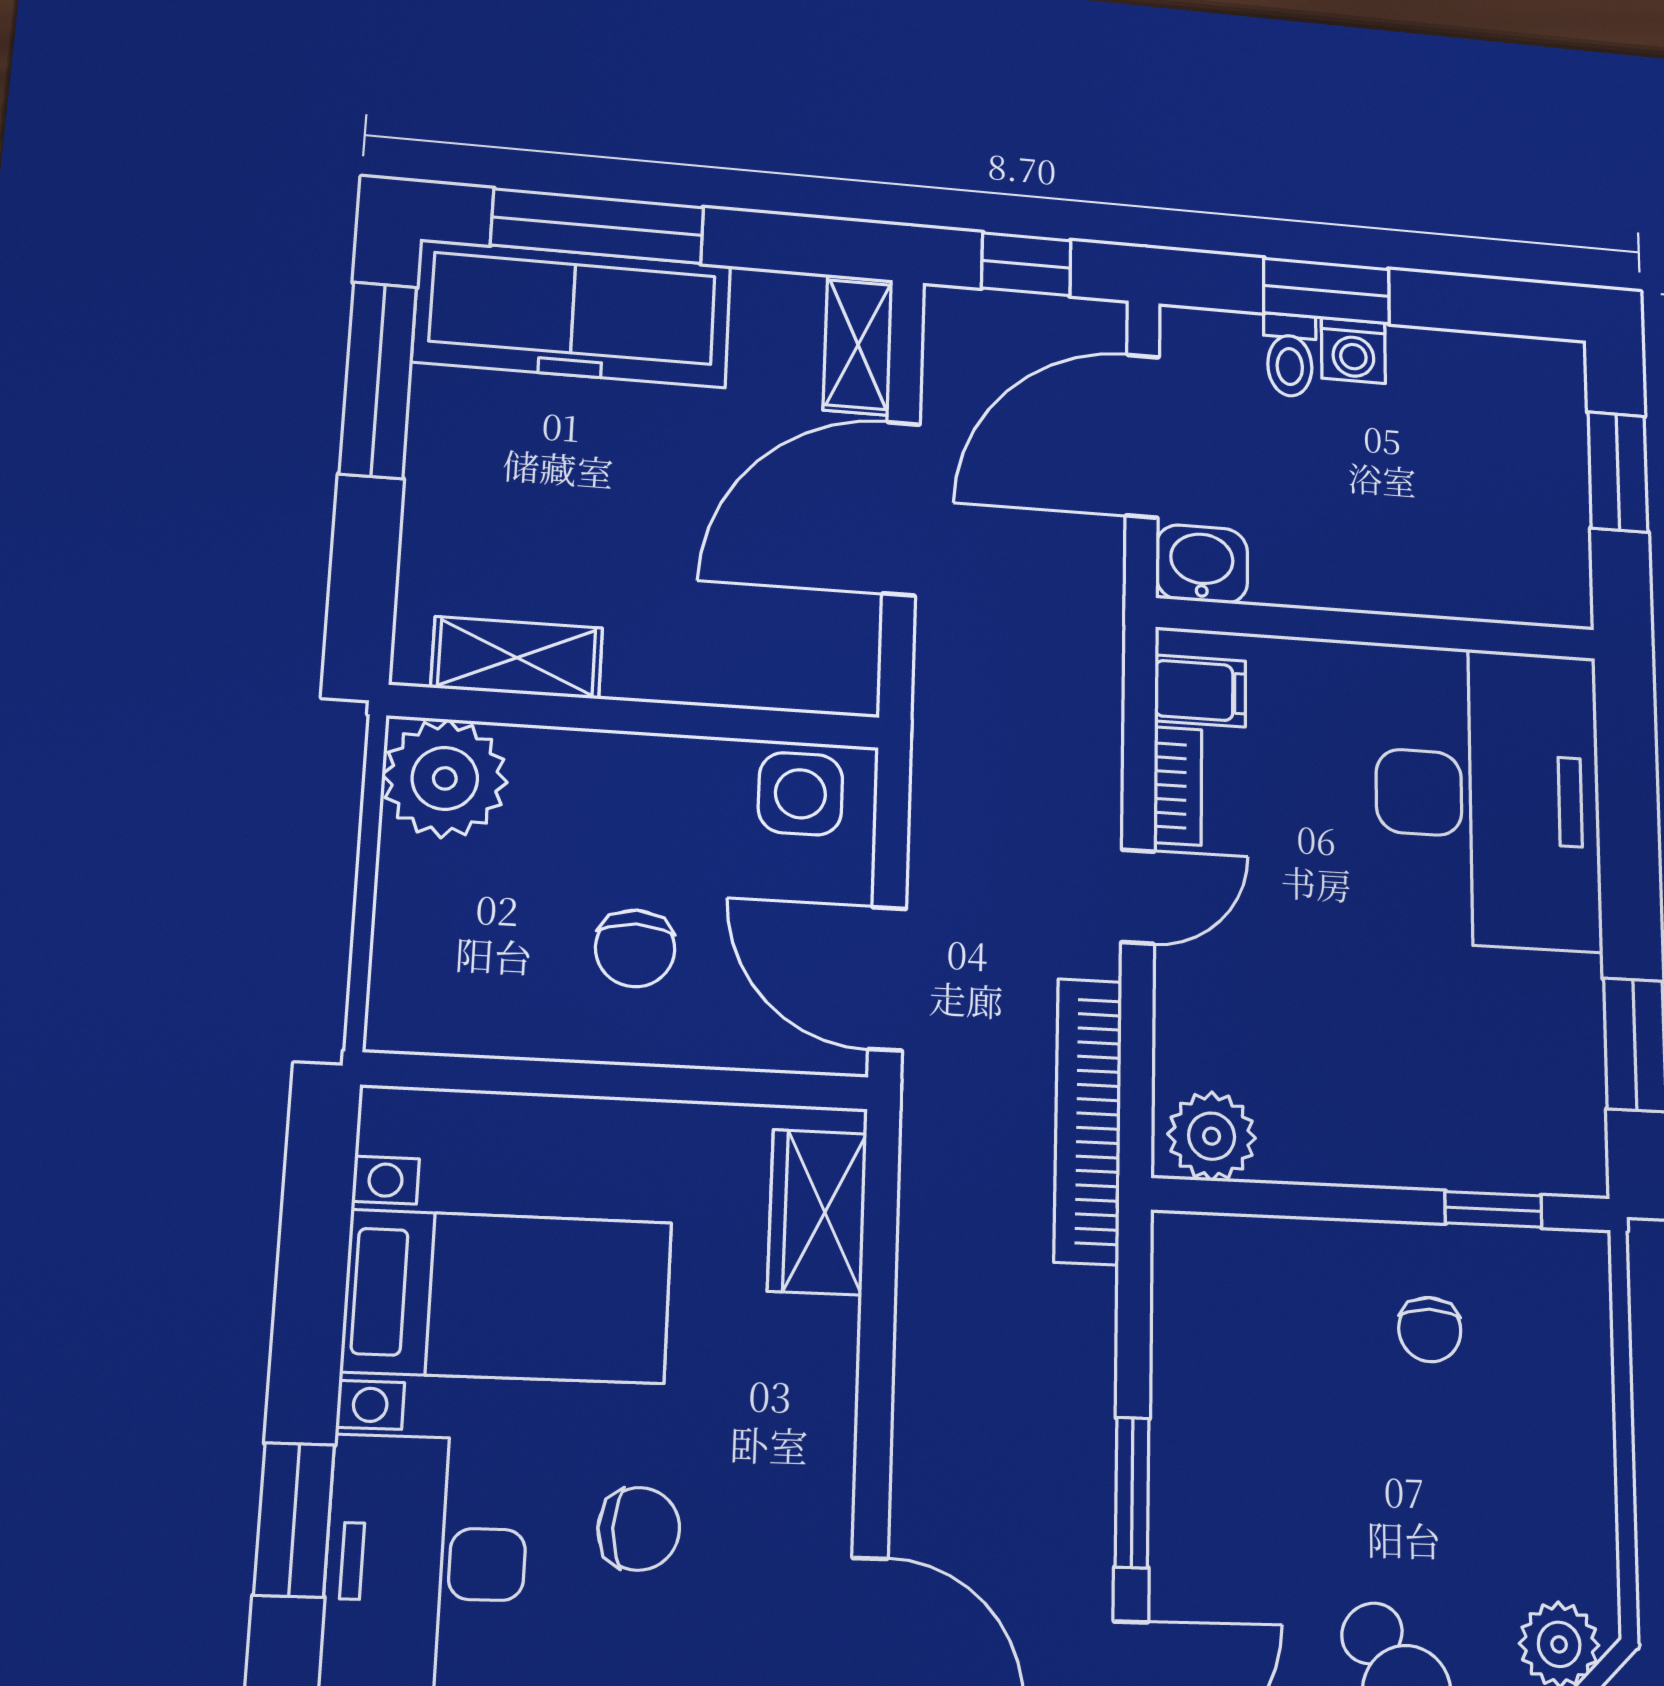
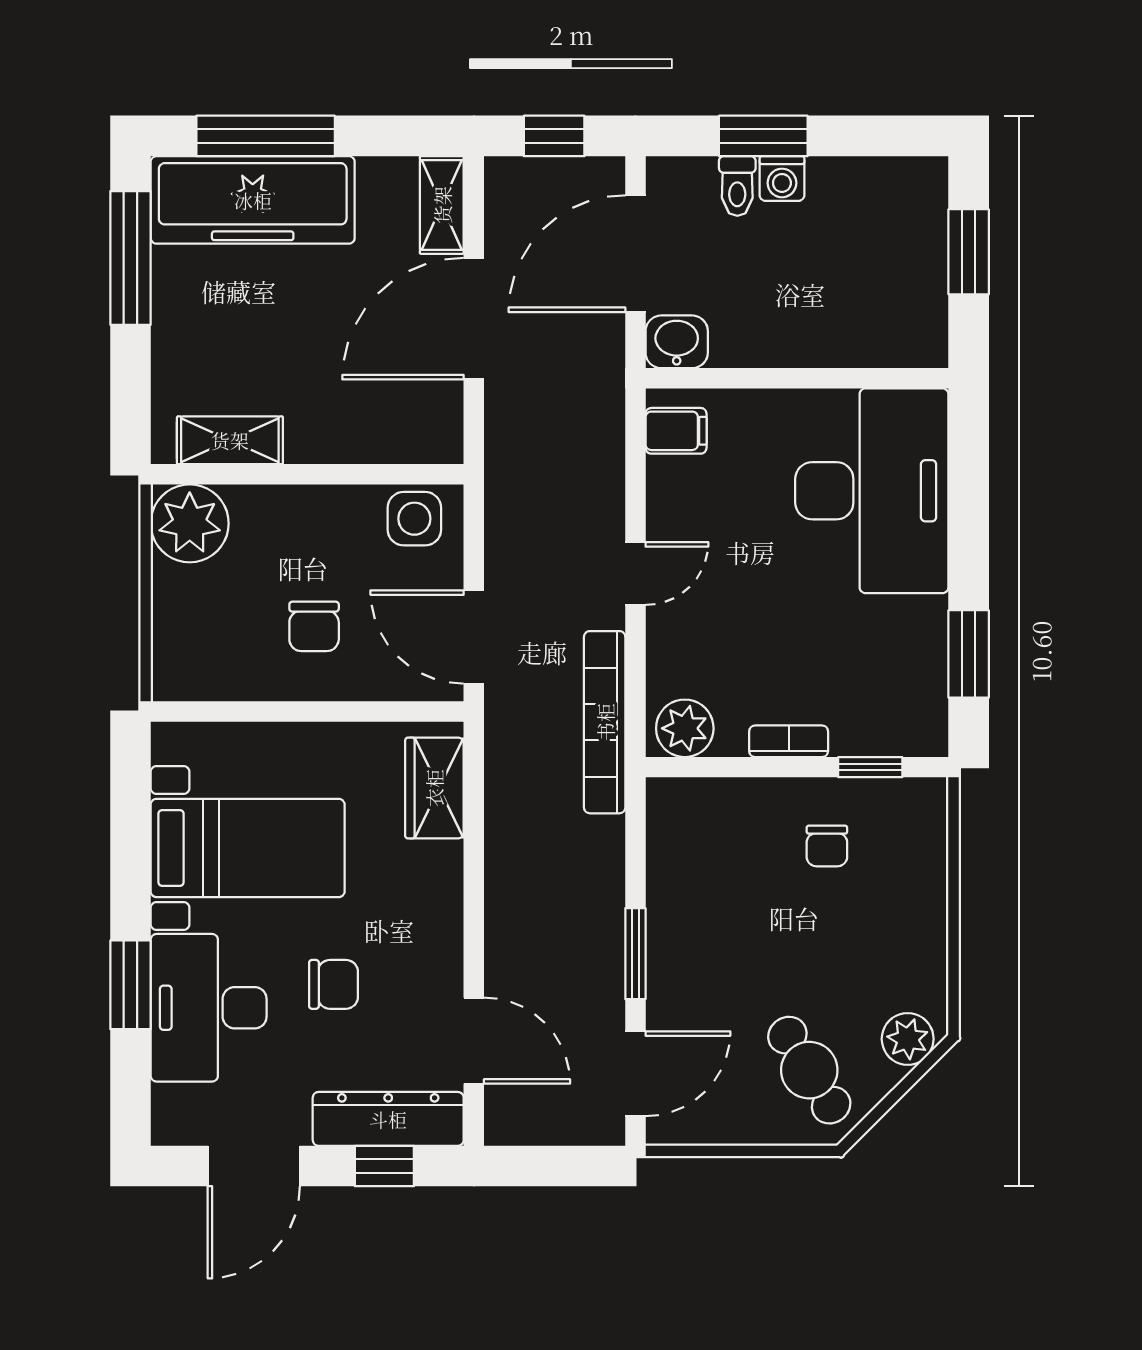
bookcase: (1178, 786) -> (789, 741), moved, turned -90

